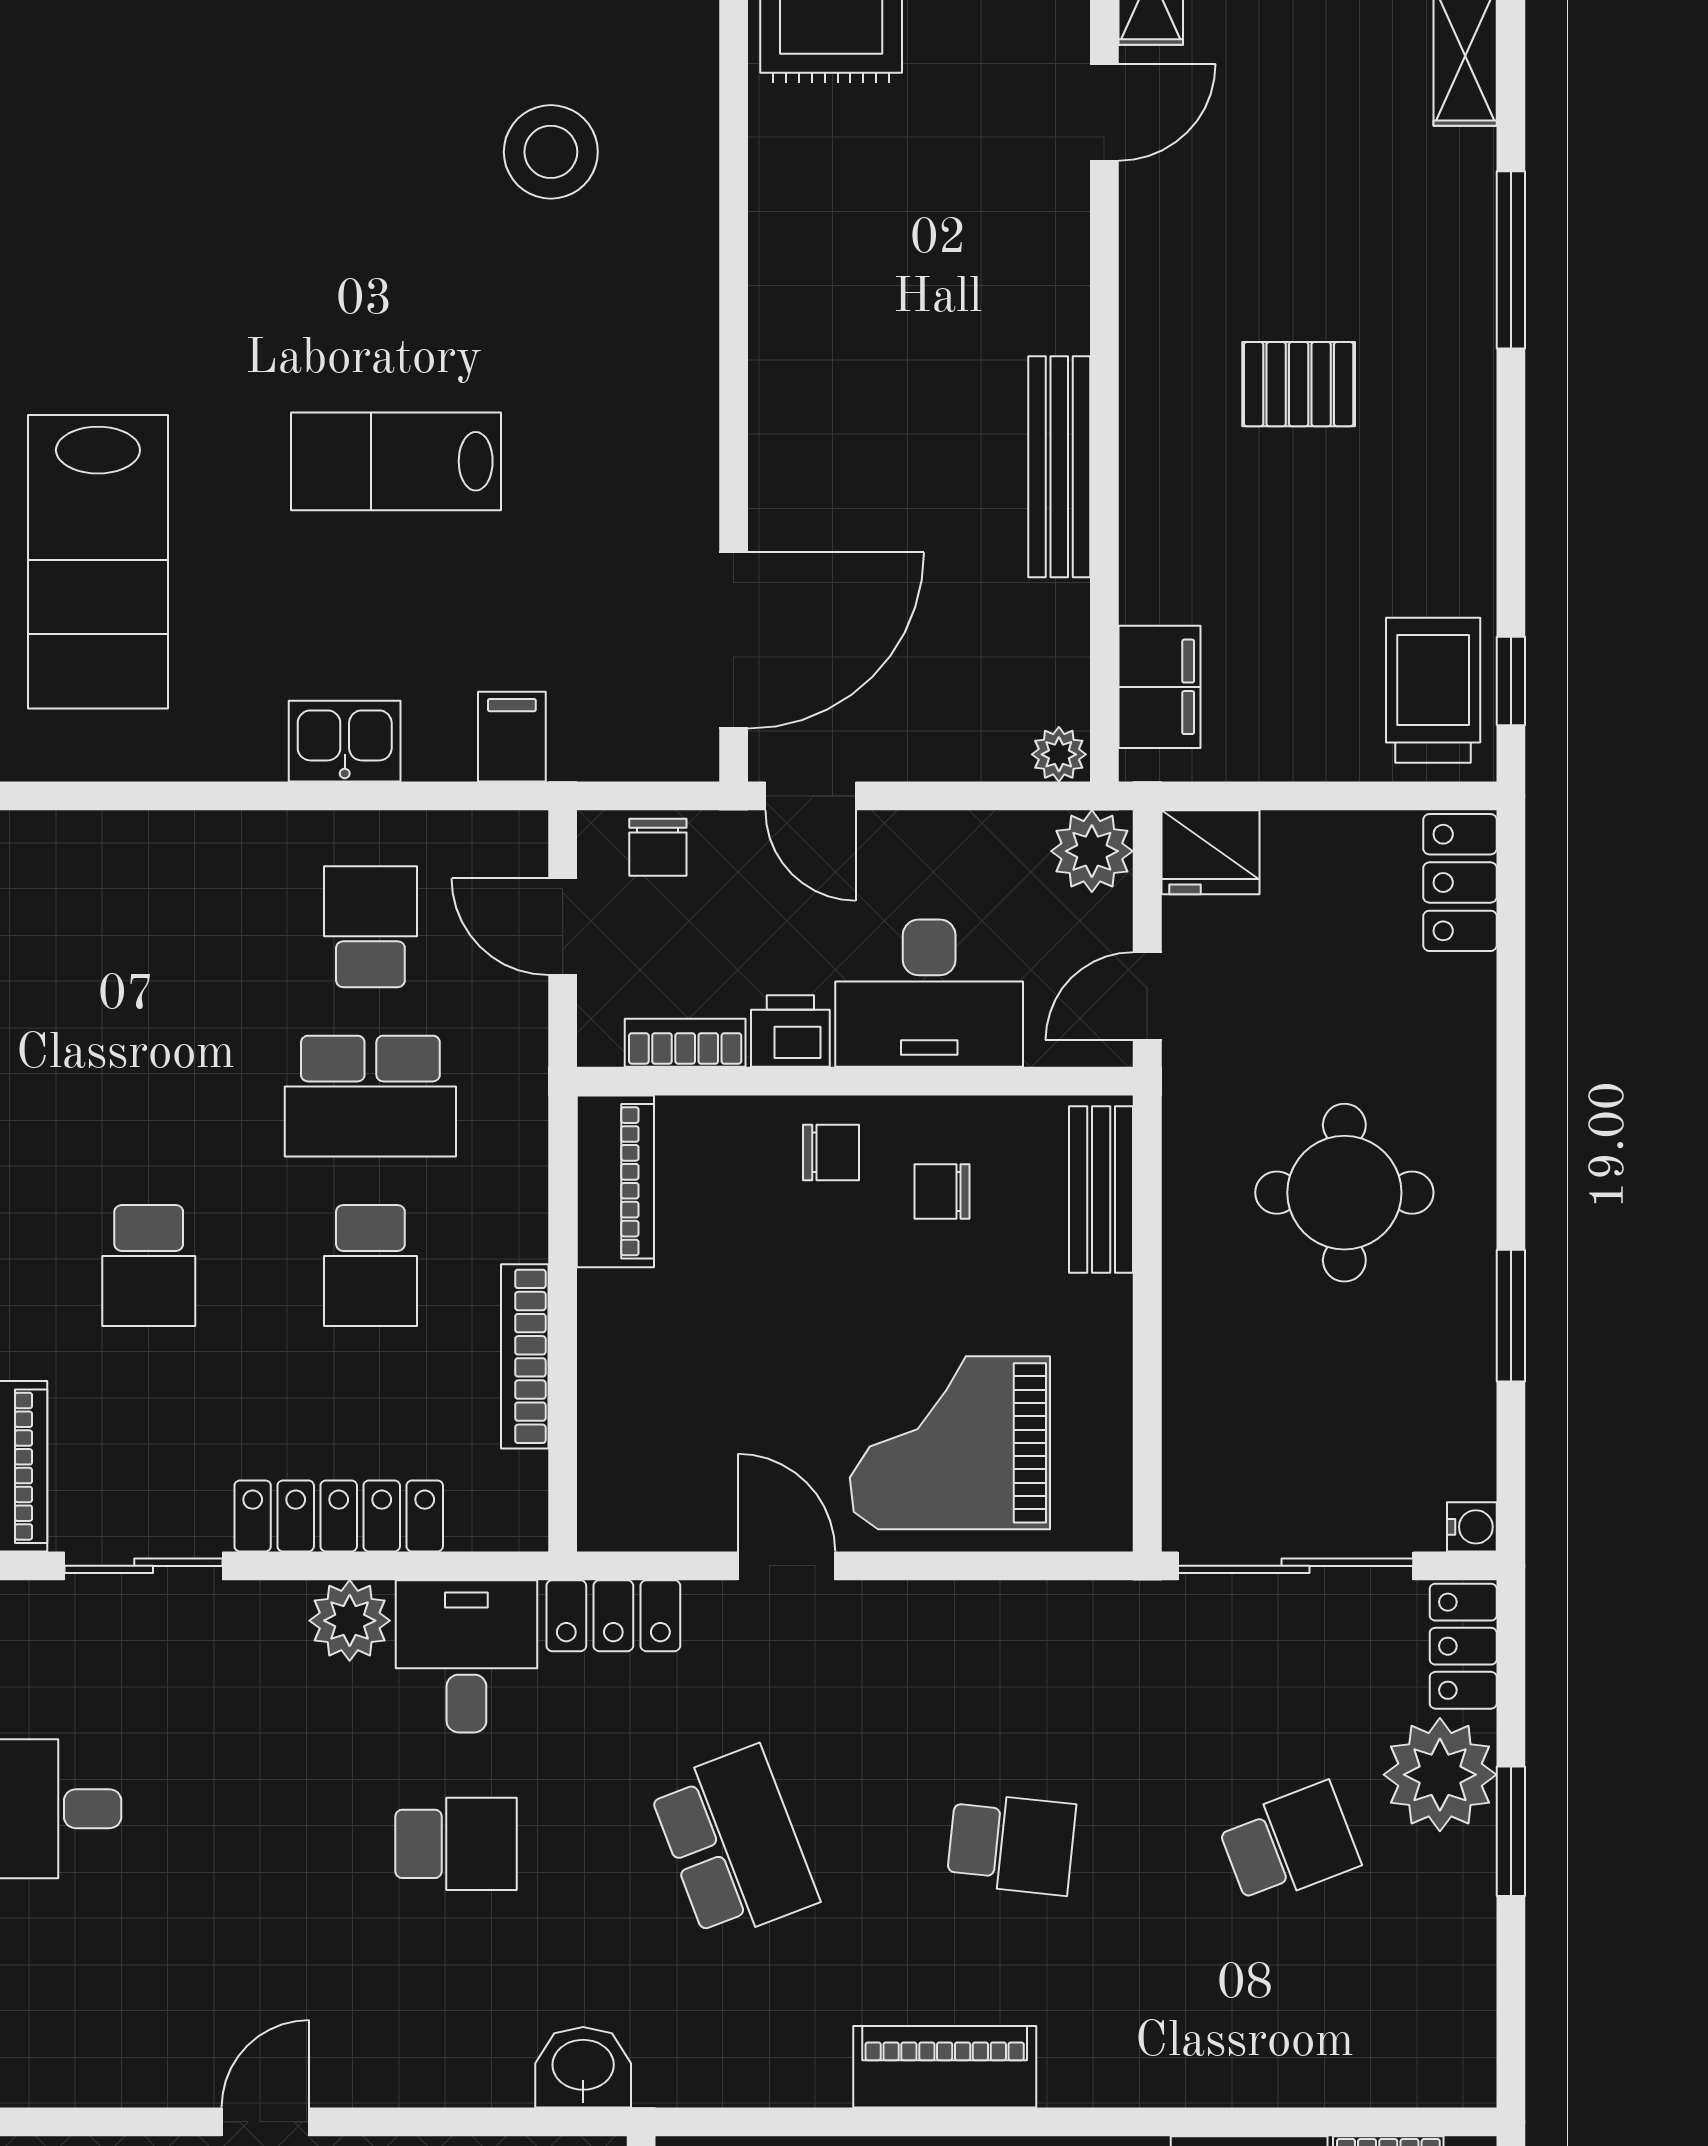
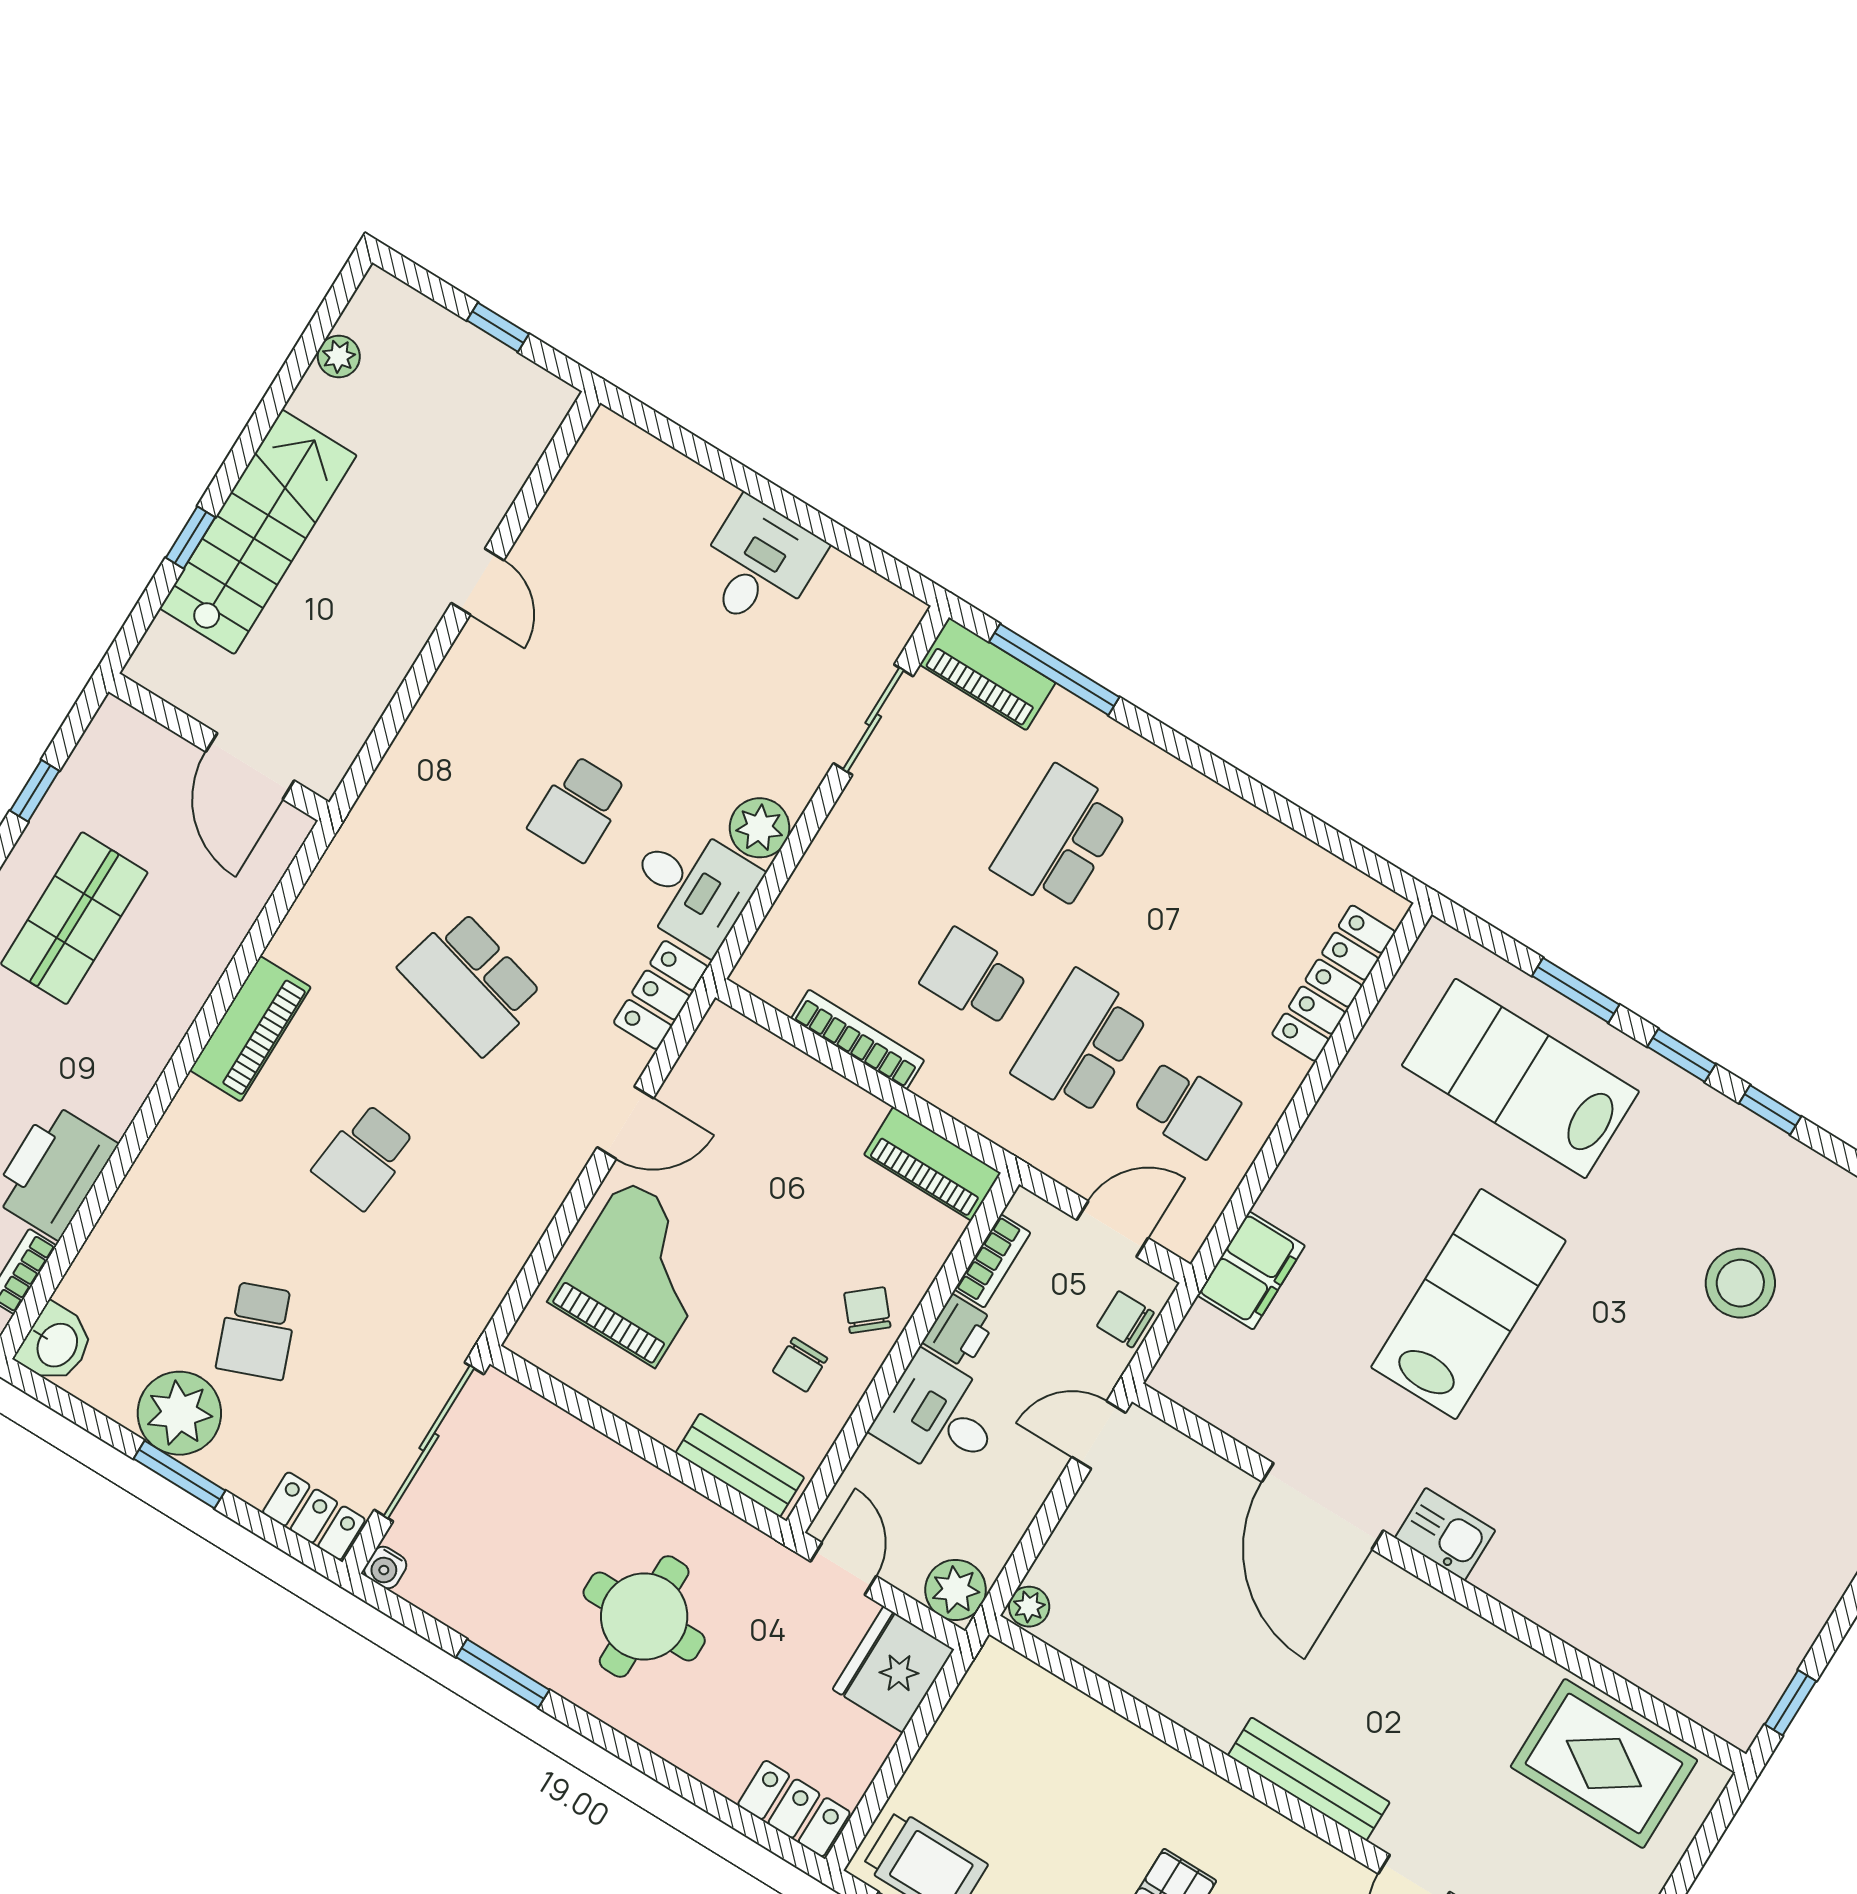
stool: (551, 152) -> (1740, 1283), moved
lab bench: (396, 461) -> (1468, 1304), width x1.36, depth x1.39
bench: (1059, 467) -> (1309, 1779), moved
door: (734, 640) -> (1323, 1506), moved
filing cabinet: (1160, 687) -> (1032, 1696), removed
filing cabinet: (512, 737) -> (1251, 1270), width x2.00
kitchen sink: (345, 741) -> (1445, 1534), moved, turned -90
fridge: (1210, 852) -> (893, 1669), width x1.36, depth x1.34
desk: (929, 993) -> (939, 1417), width x0.73
chair: (831, 1152) -> (867, 1310), turned 140
chair: (942, 1191) -> (800, 1365), turned 180
school desk: (149, 1266) -> (1060, 839), width x1.85
locker: (339, 1516) -> (1334, 983), moved, turned 180
plant: (1440, 1775) -> (179, 1413), moved
school desk: (734, 1844) -> (471, 982), turned 36
washbasin: (583, 2067) -> (56, 1344), moved

